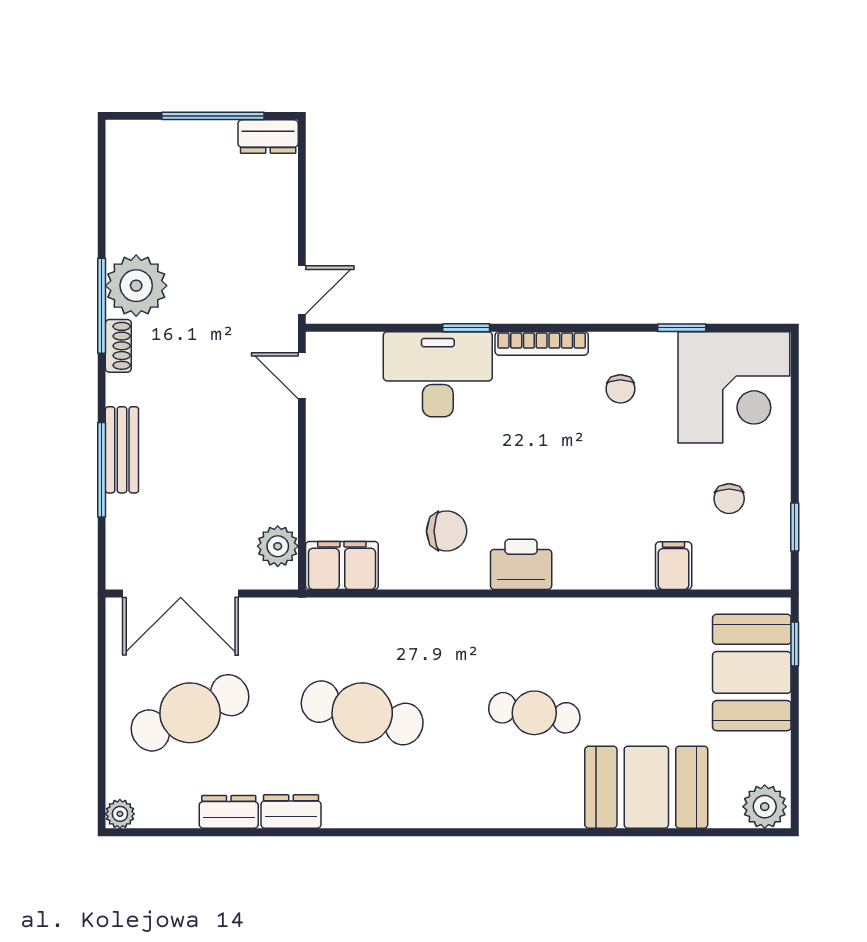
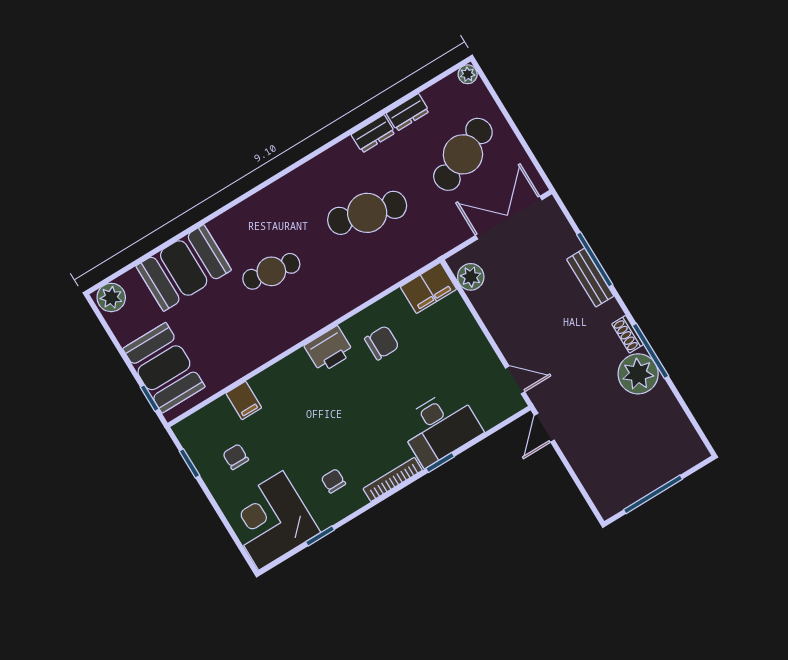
dresser: (268, 137) -> (615, 502), removed
chair: (447, 531) -> (382, 343), turned 180

